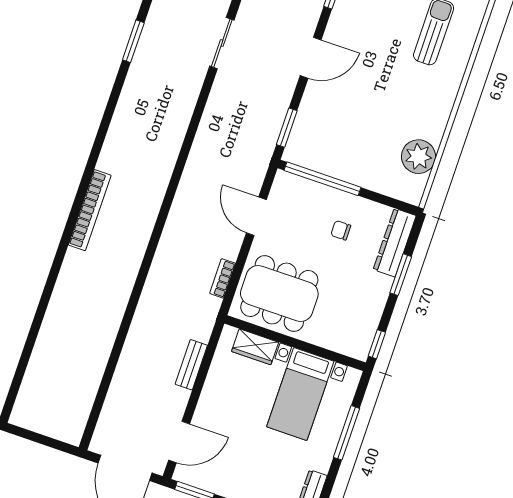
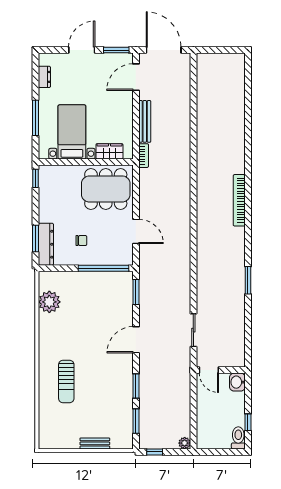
window: (133, 41) -> (248, 280), moved
window: (401, 275) -> (35, 238), moved
bookcase: (223, 278) -> (144, 156), moved
bench: (191, 365) -> (145, 121), width x1.36

